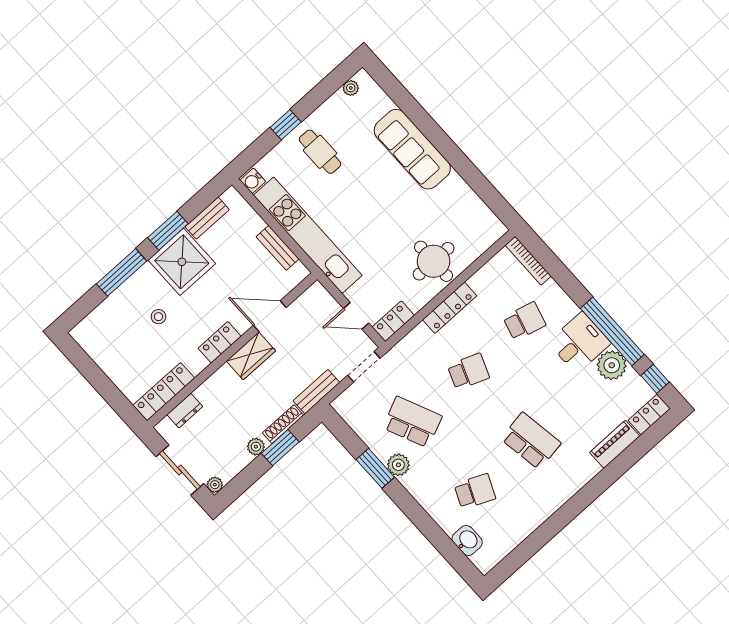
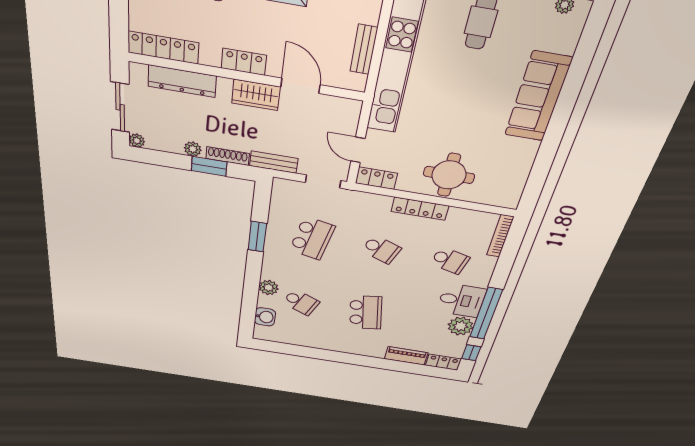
dresser: (185, 411) -> (182, 81), width x1.96, depth x1.24
school desk: (412, 422) -> (312, 238), turned 36
plant: (398, 465) -> (269, 288), moved

